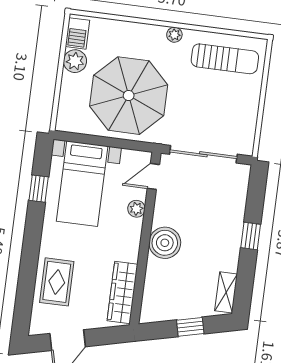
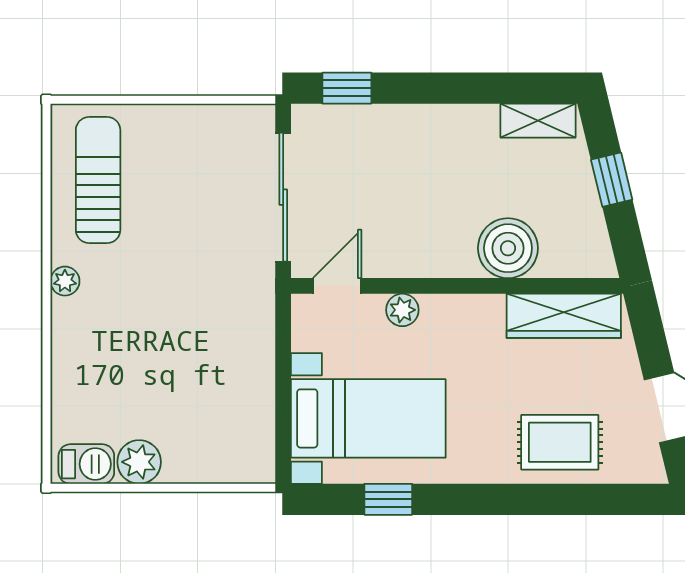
parasol: (129, 96) -> (191, 352), removed
door: (153, 176) -> (337, 286), swing flipped
window: (251, 236) -> (347, 88), moved
boiler: (165, 243) -> (508, 248), moved

